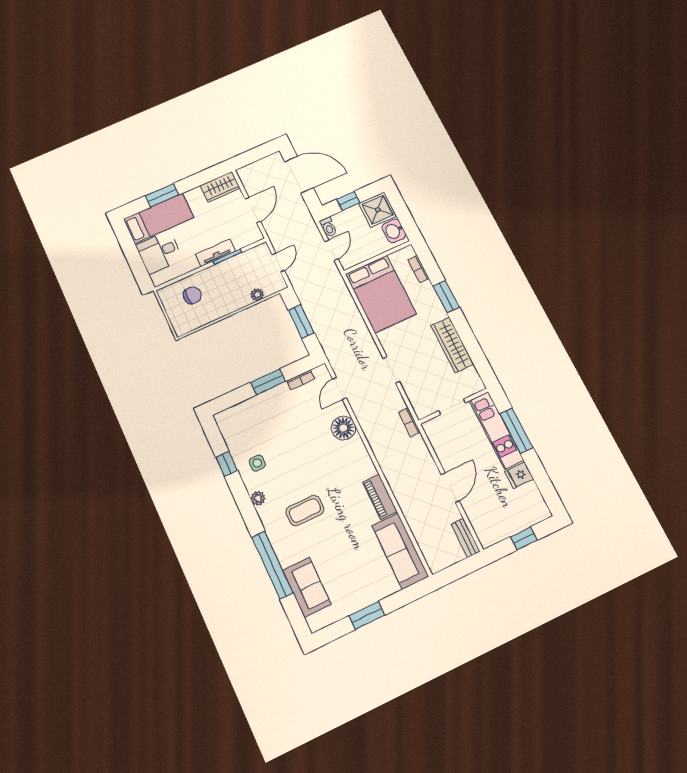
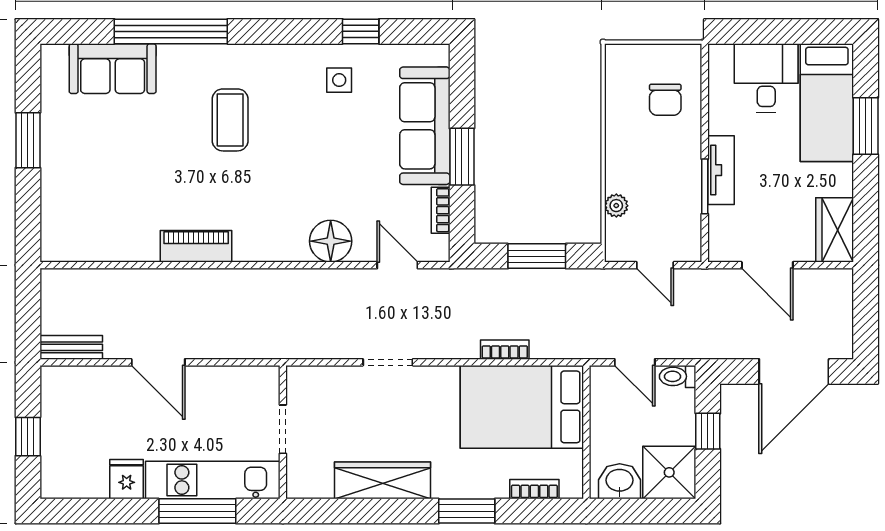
bookcase: (409, 422) -> (505, 350), moved
plant: (258, 498) -> (283, 56), removed
sofa: (400, 551) -> (425, 126), moved, turned -90

